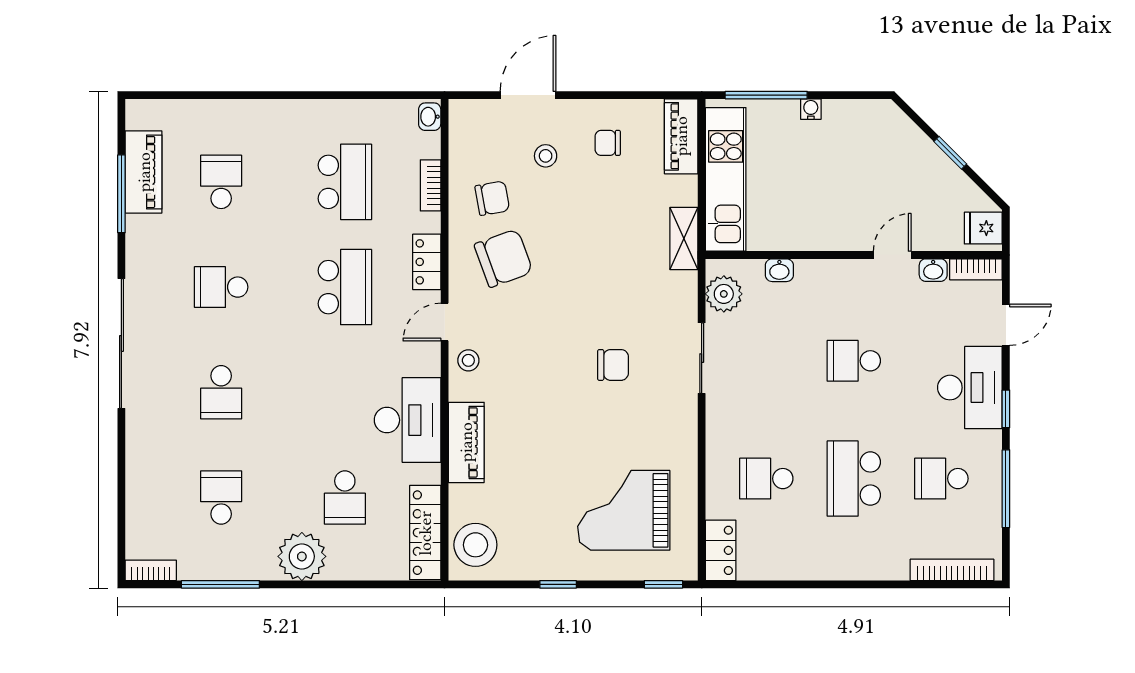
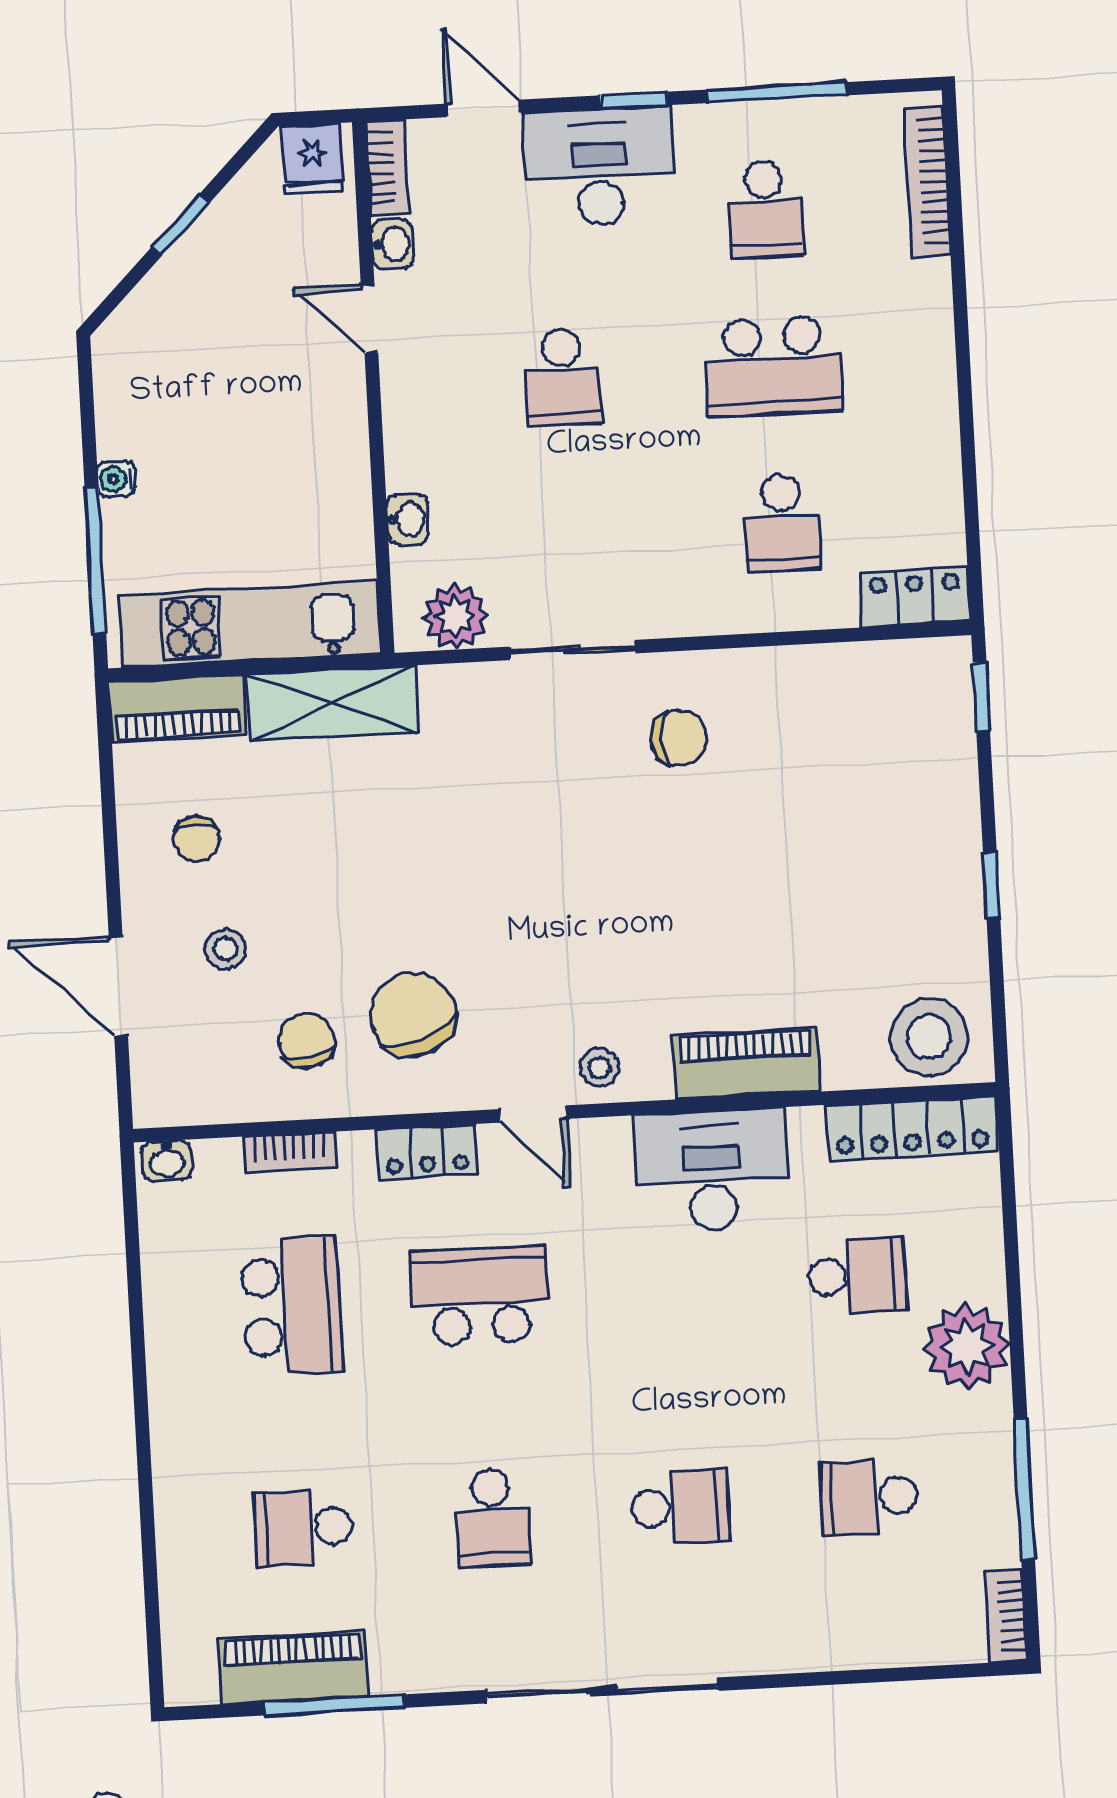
school desk: (345, 182) -> (292, 1306), turned 90
shelving: (684, 238) -> (333, 703), width x1.50, depth x1.33
chair: (613, 365) -> (679, 738), moved, turned 90
grand piano: (624, 510) -> (853, 775), removed

